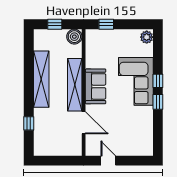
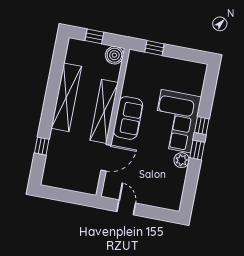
plant: (147, 37) -> (182, 160), moved
door: (84, 123) -> (106, 158), hinge flipped

